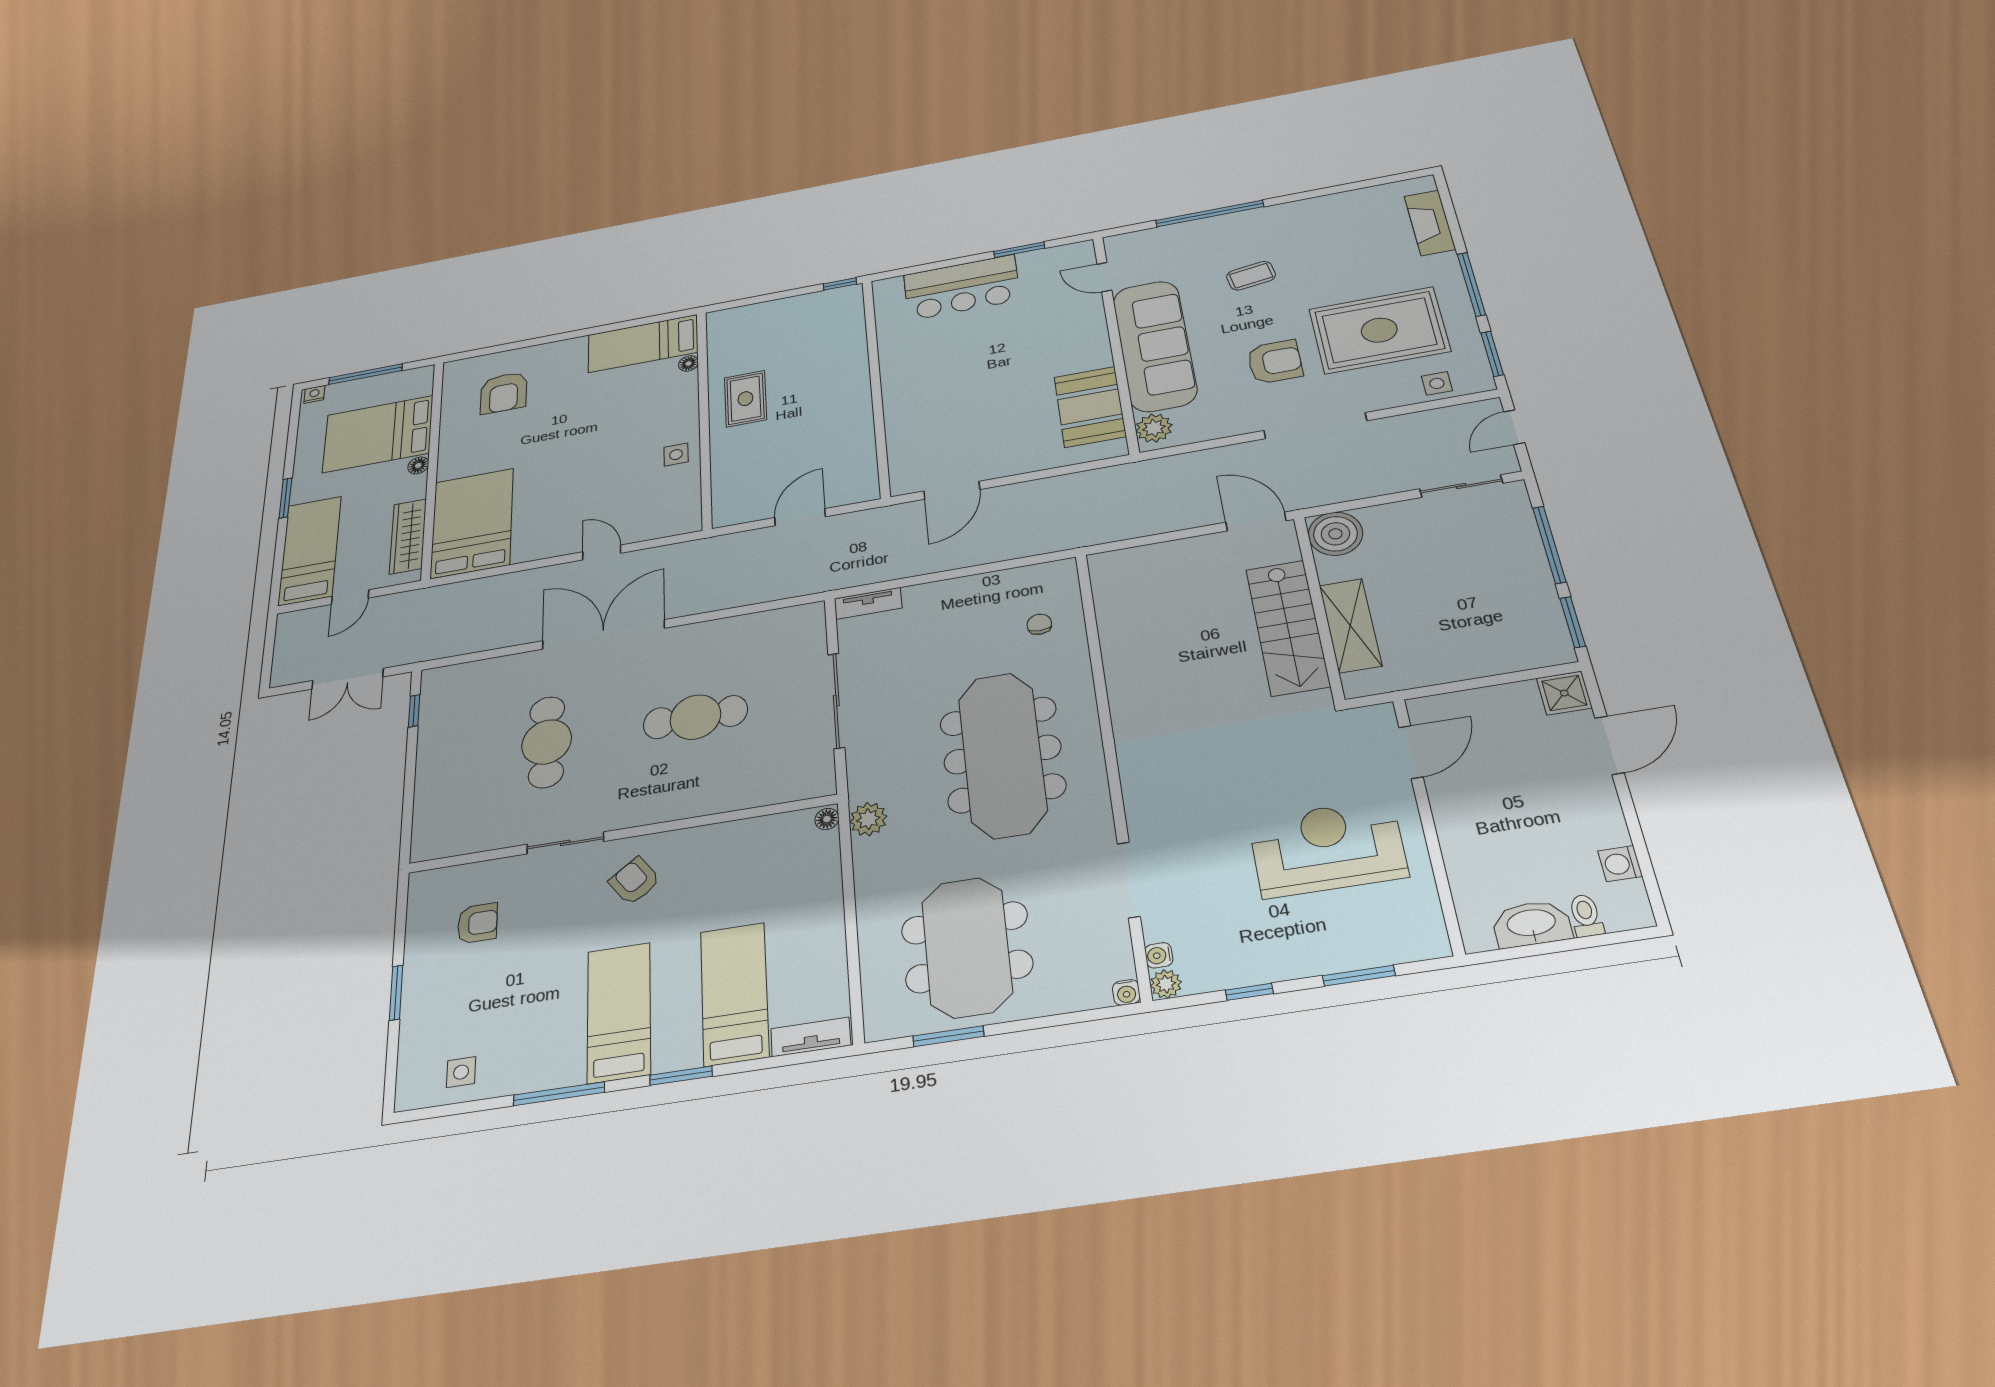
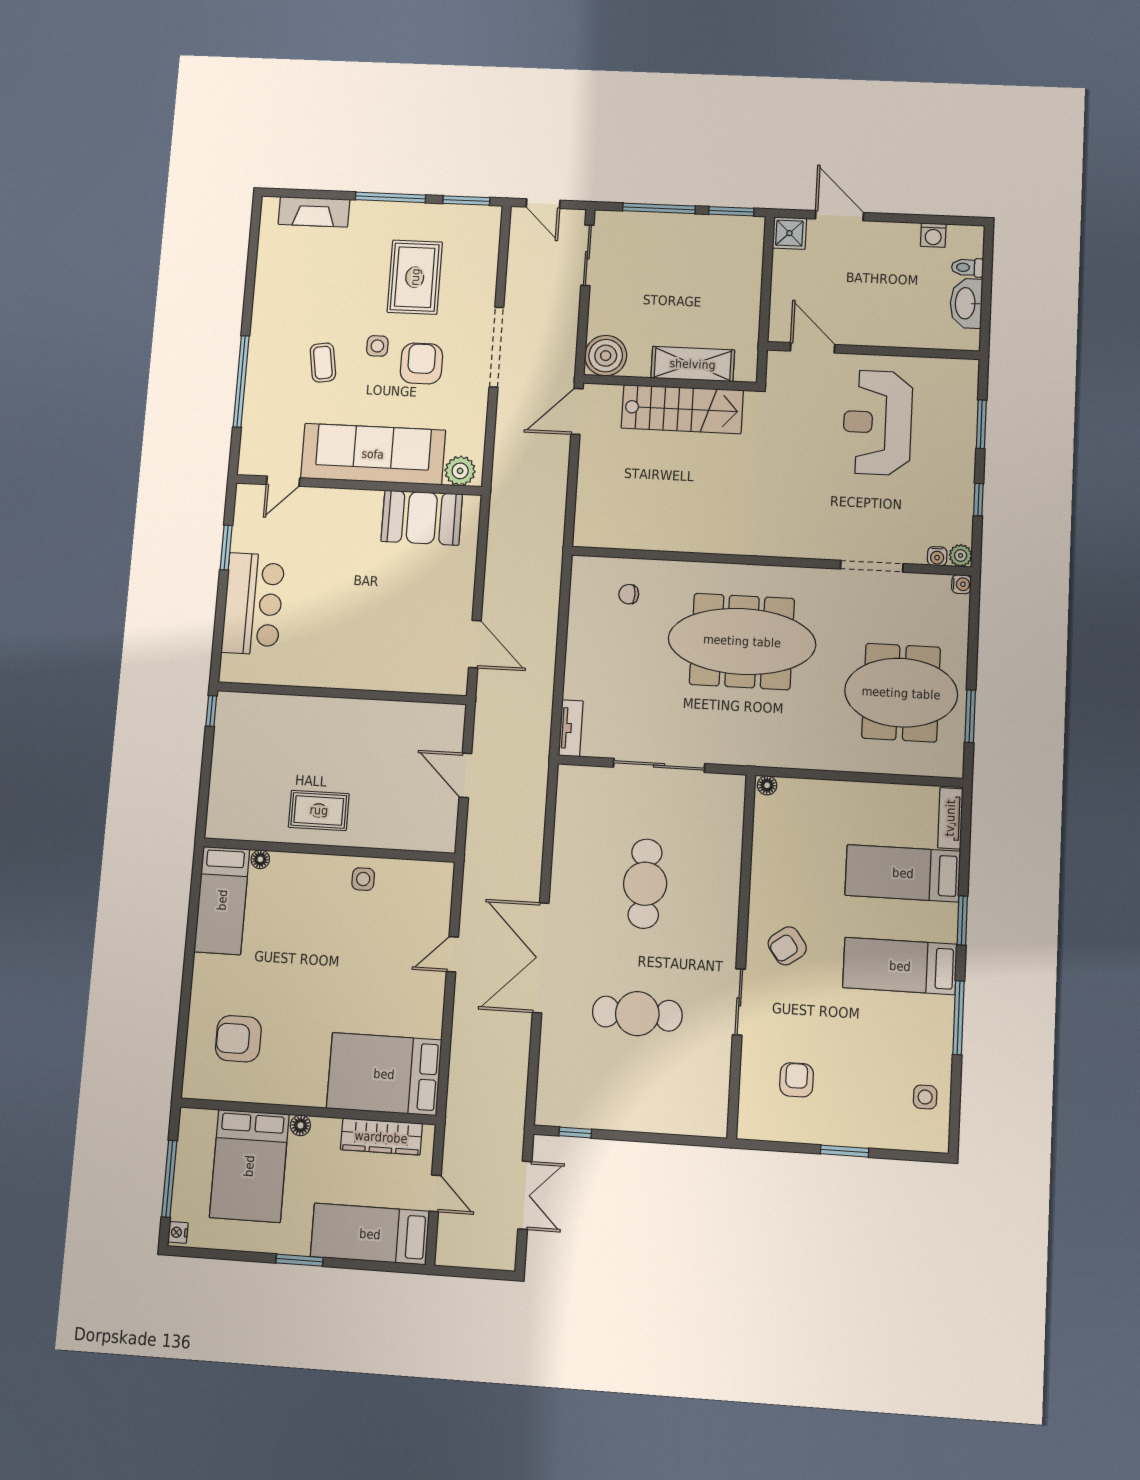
rug: (1379, 330) -> (415, 277), width x0.73, depth x0.69
side table: (1437, 383) -> (377, 346), moved
armchair: (504, 393) -> (238, 1039), turned 180
plant: (868, 819) -> (775, 753), removed

